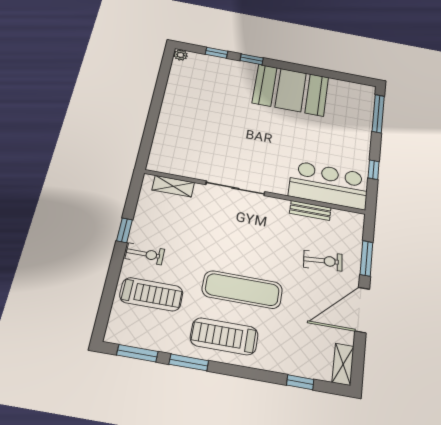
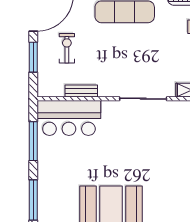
window: (374, 170) -> (33, 141), width x2.17
exercise bike: (323, 261) -> (67, 48), turned 95

